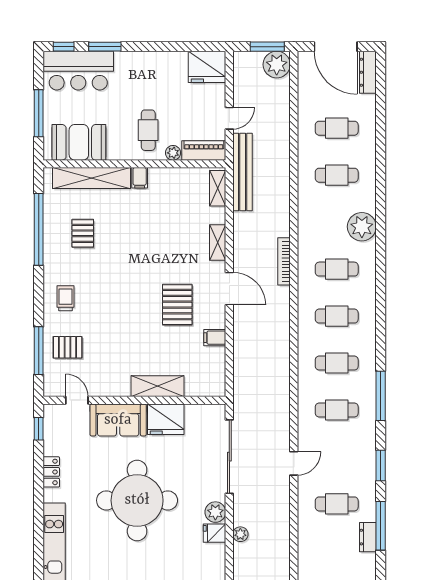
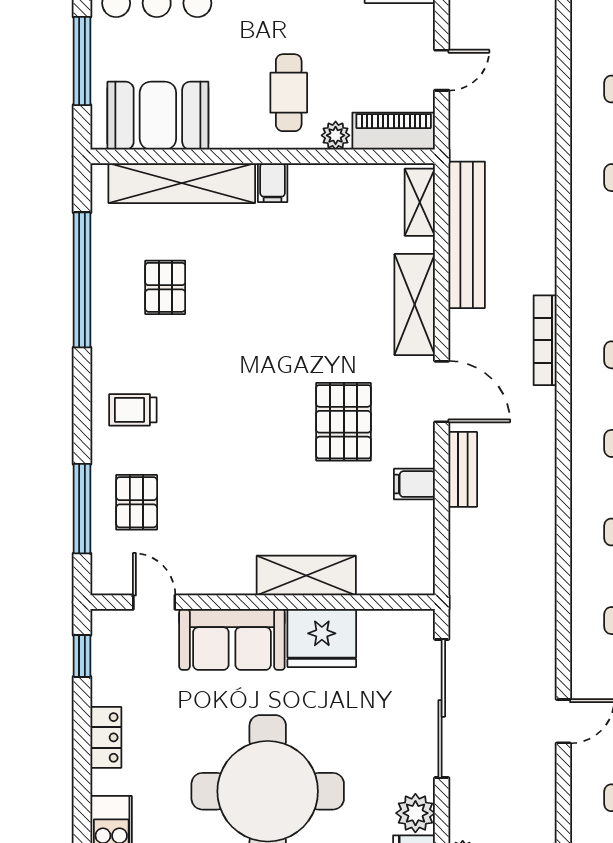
bench: (243, 172) -> (467, 235), moved
shelving: (218, 242) -> (415, 305), width x1.50, depth x1.33
trolley: (66, 298) -> (133, 410), turned -90
bench: (240, 330) -> (463, 469), added
pallet: (68, 347) -> (137, 502), turned 90

